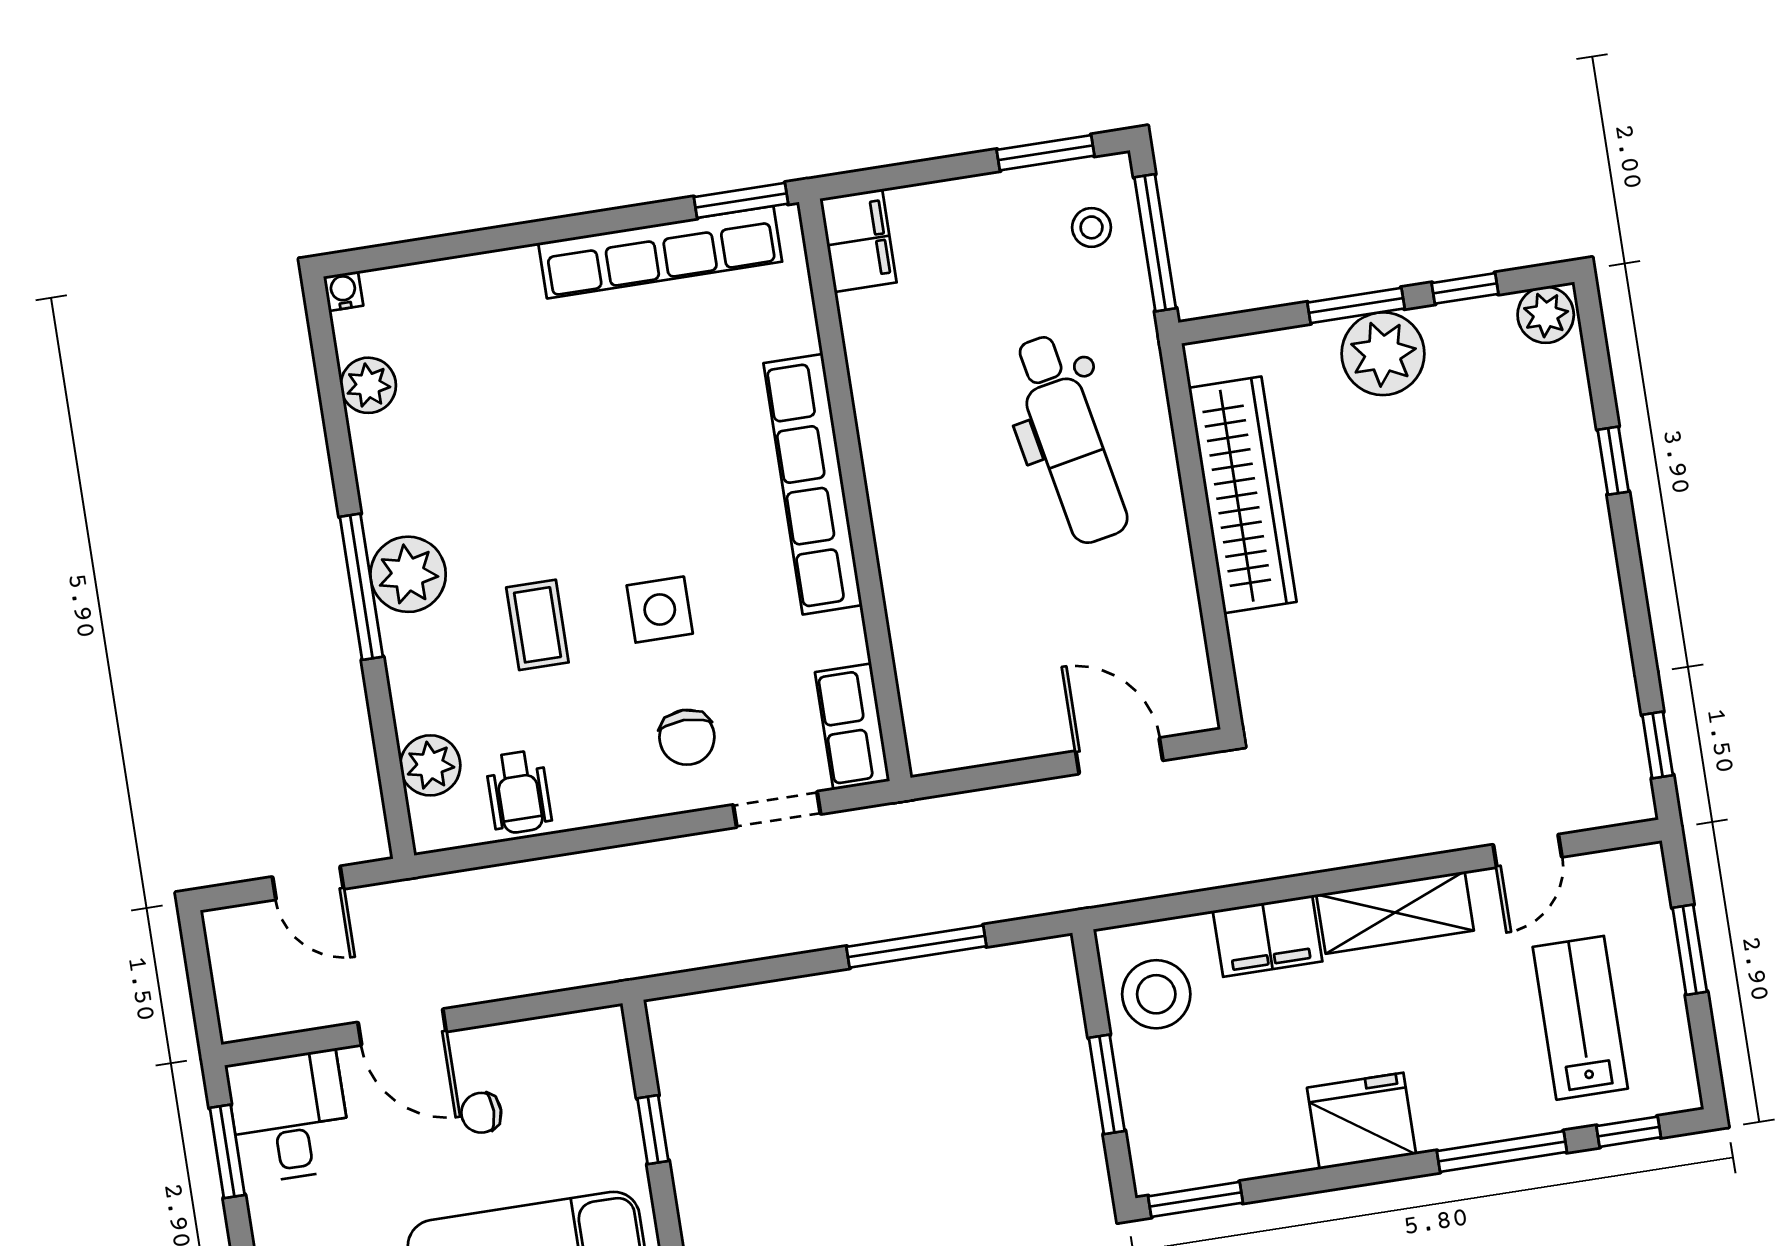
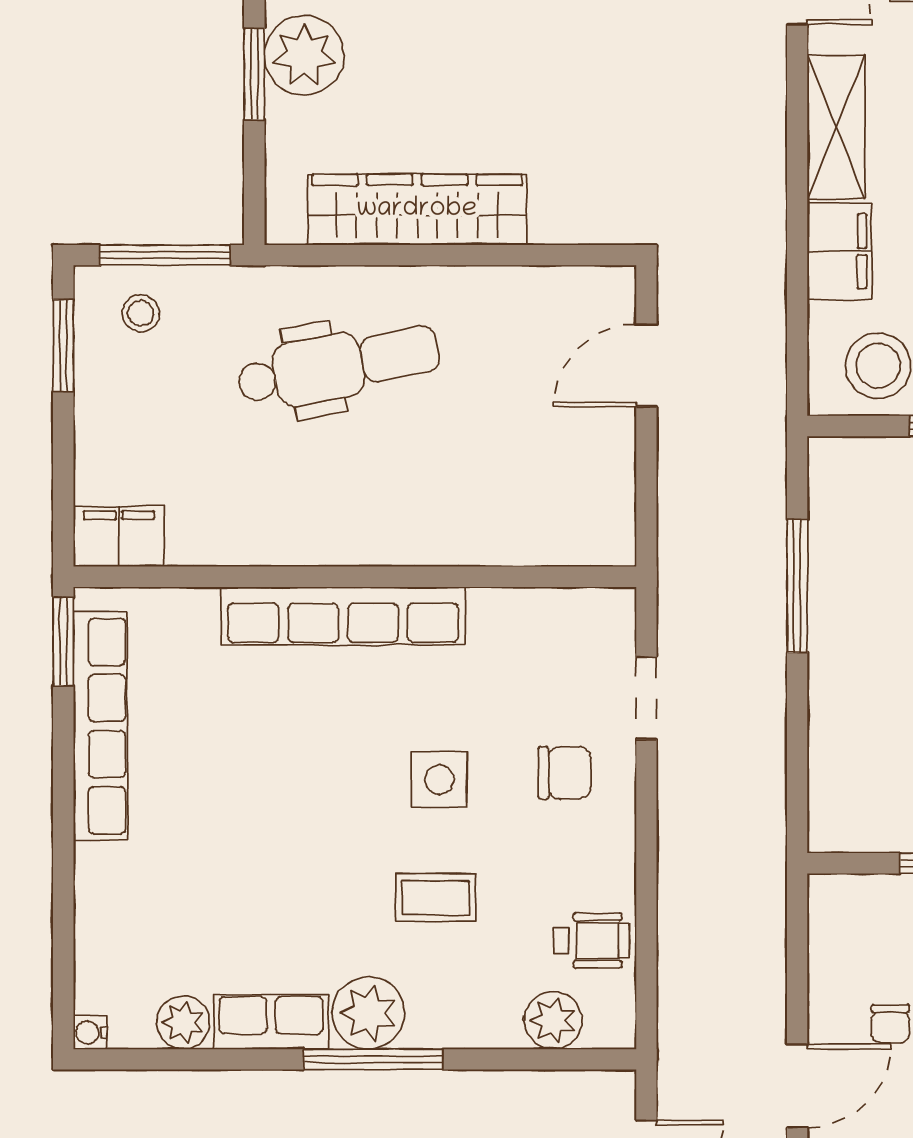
row of seats: (852, 727) -> (271, 1022), moved, turned 180

